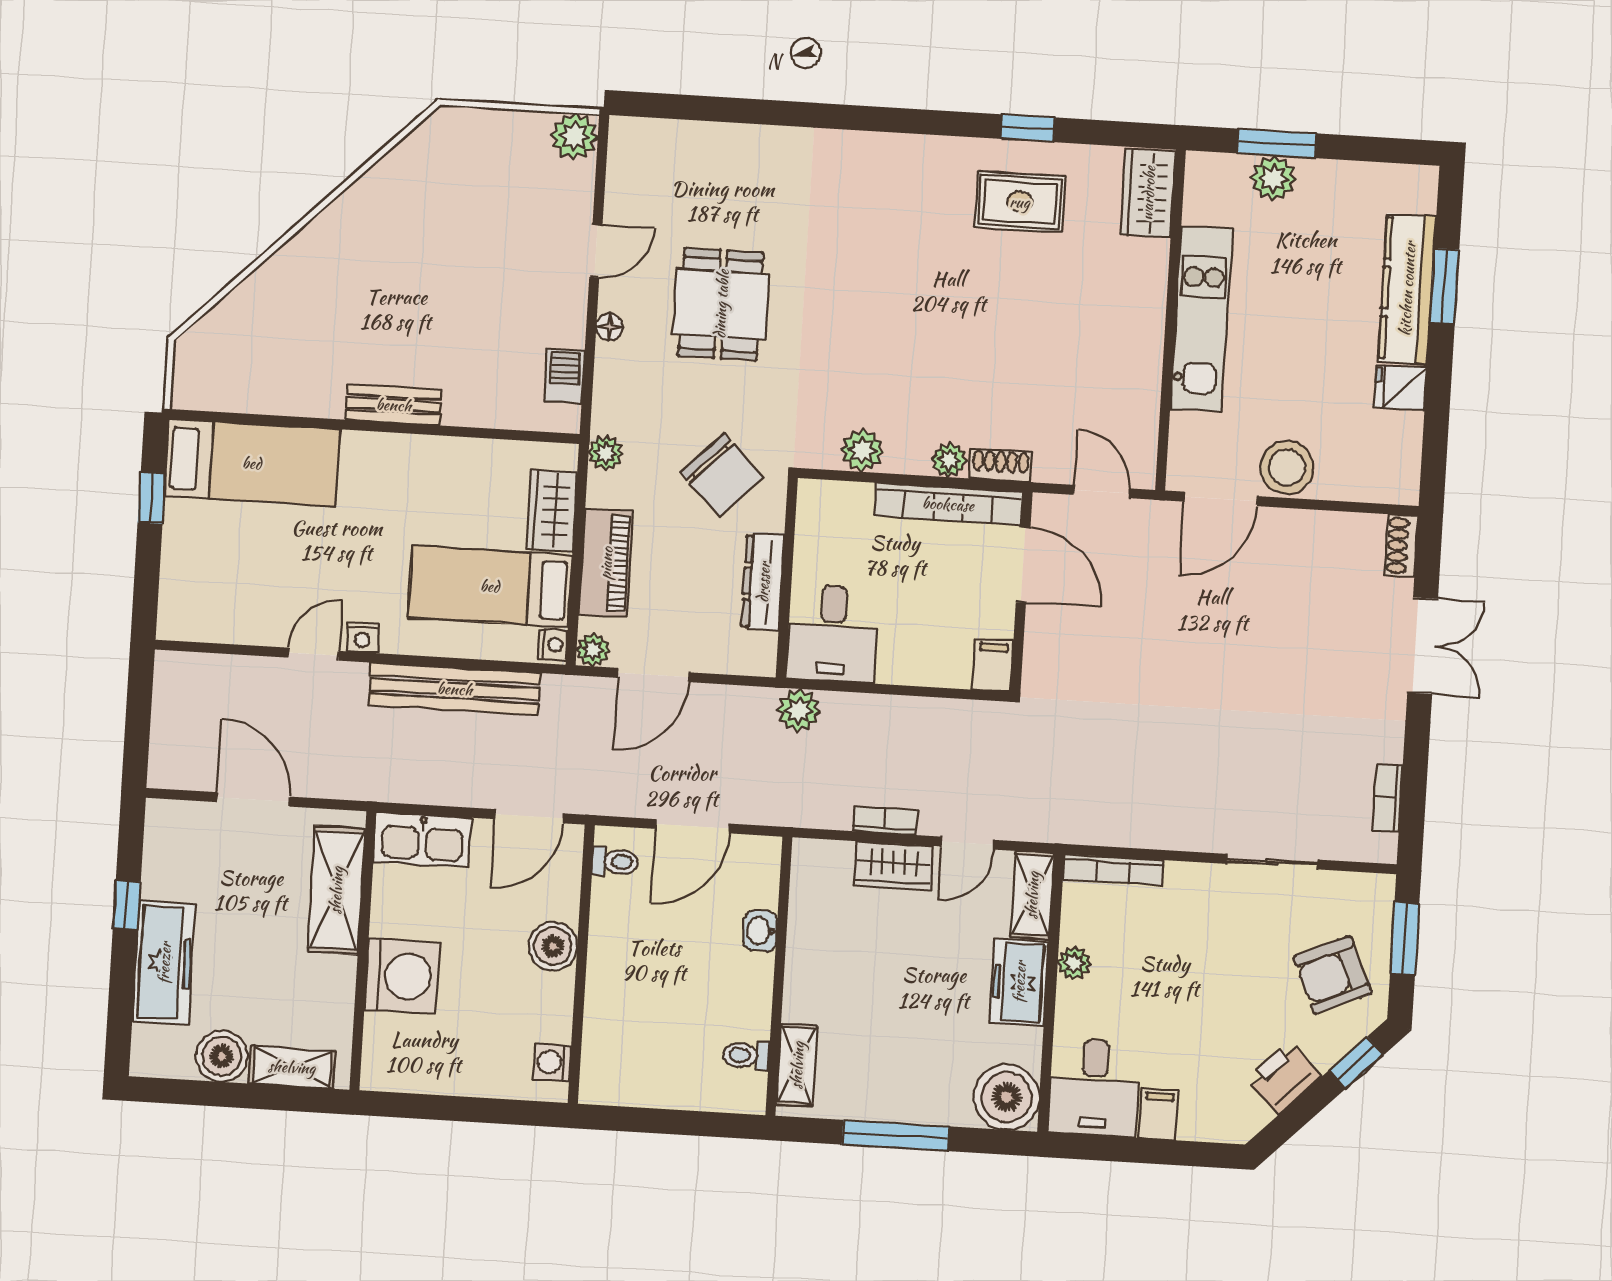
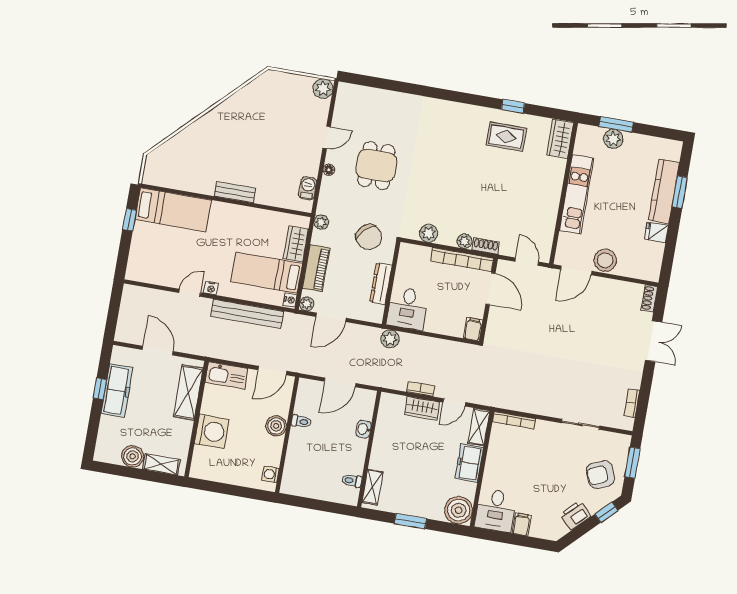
toilet: (615, 862) -> (301, 422), moved
freezer: (164, 963) -> (117, 390), moved
plant: (1074, 963) -> (493, 457), removed
window: (896, 1136) -> (410, 521), width x0.69

